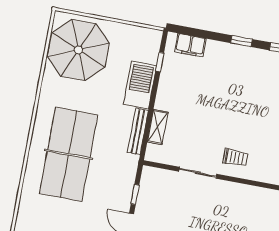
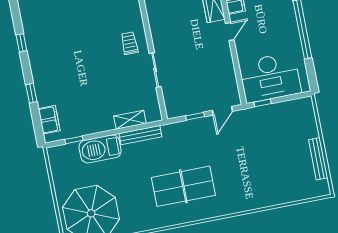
window: (241, 41) -> (31, 93), moved
table tennis table: (69, 154) -> (183, 186), width x0.73, depth x0.76

